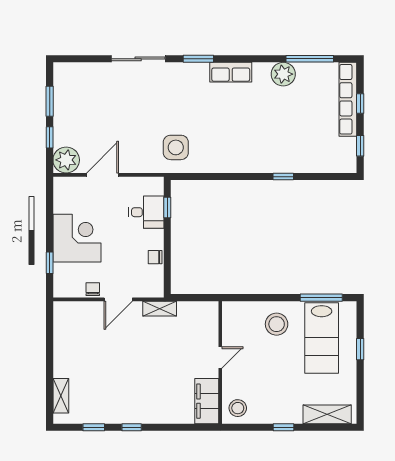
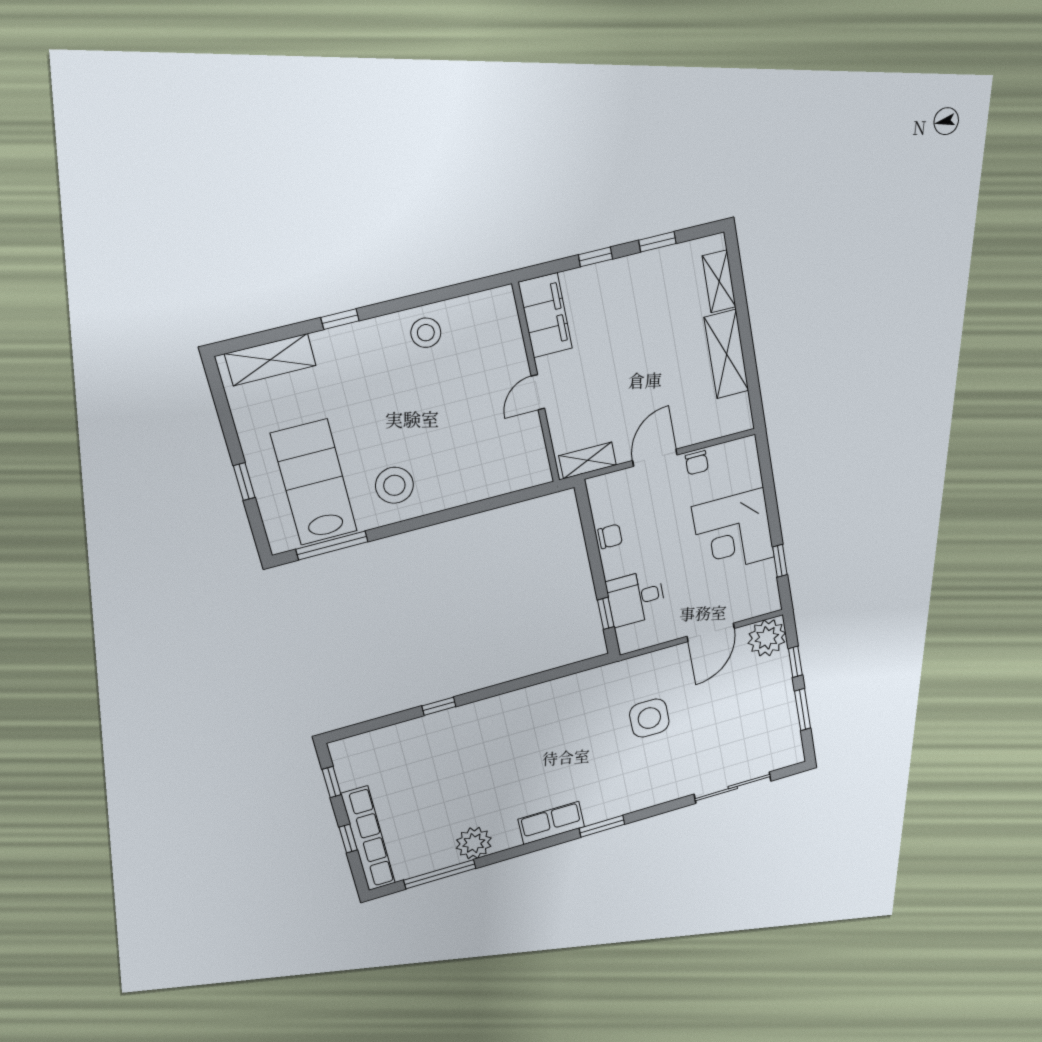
sliding door: (138, 59) -> (733, 788), moved
side table: (176, 147) -> (649, 718), moved
window: (50, 263) -> (780, 561), moved
shelving: (63, 352) -> (727, 354), added
door: (220, 358) -> (538, 392), moved
wall: (220, 362) -> (536, 384), moved
filing cabinet: (207, 401) -> (545, 315), moved

